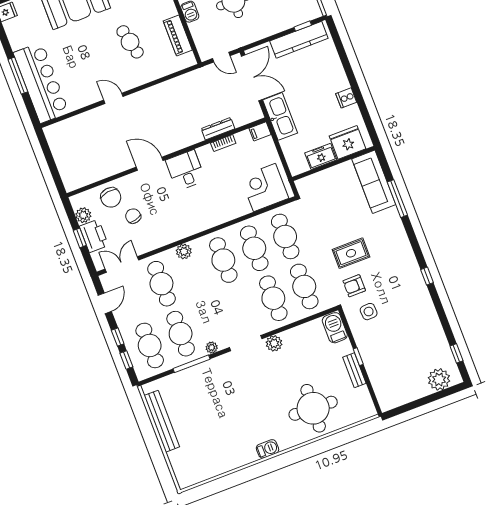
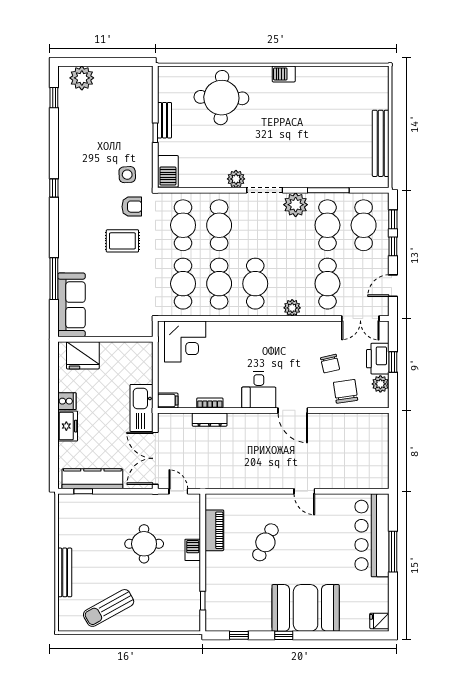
cafe table: (130, 42) -> (265, 542), turned 39
freezer: (321, 156) -> (68, 426), moved, turned -90
plant: (212, 347) -> (296, 205), width x1.88, depth x1.88

